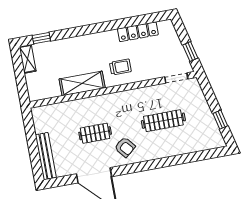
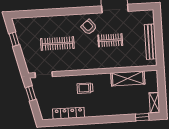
shelving: (82, 83) -> (128, 78), moved
bench: (46, 156) -> (150, 42), moved

